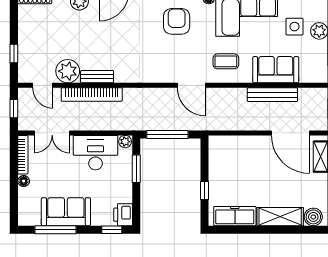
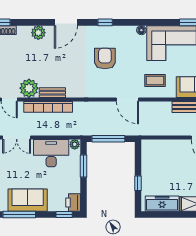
armchair: (177, 21) -> (105, 59), moved

